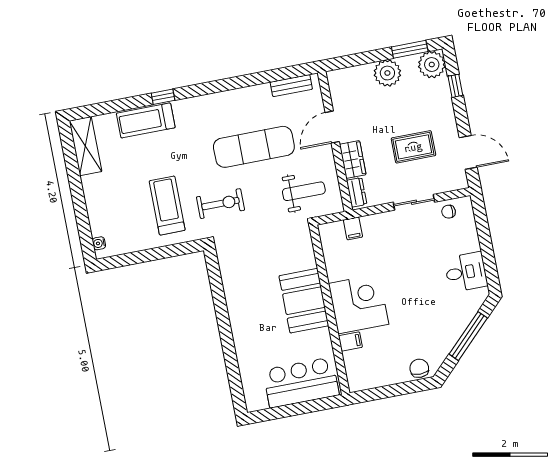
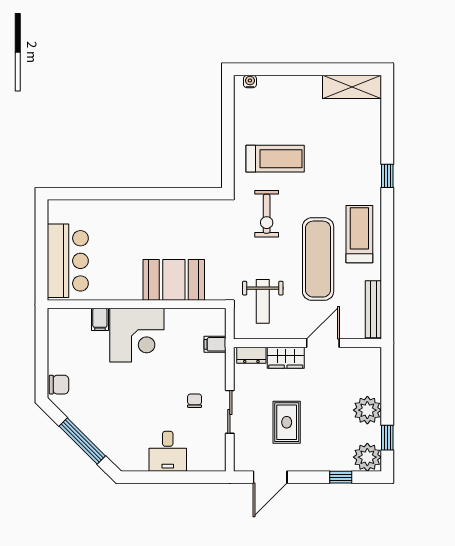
window: (410, 49) -> (387, 438), width x0.67
bench: (291, 86) -> (373, 309), width x1.36
treadmill: (146, 120) -> (359, 234), moved
door: (332, 127) -> (323, 343), hinge flipped
chair: (449, 212) -> (195, 401), moved
desk: (466, 272) -> (168, 451), moved
booth: (304, 301) -> (174, 280), moved

